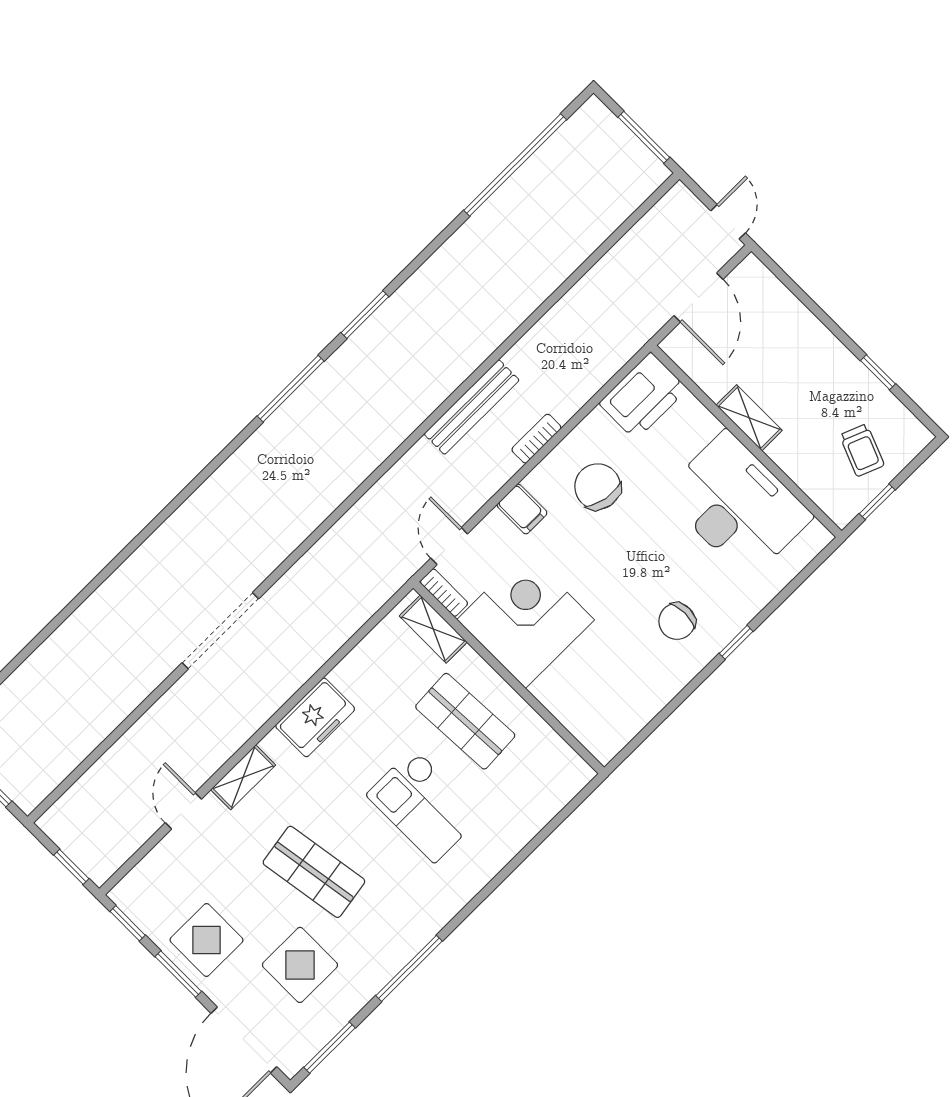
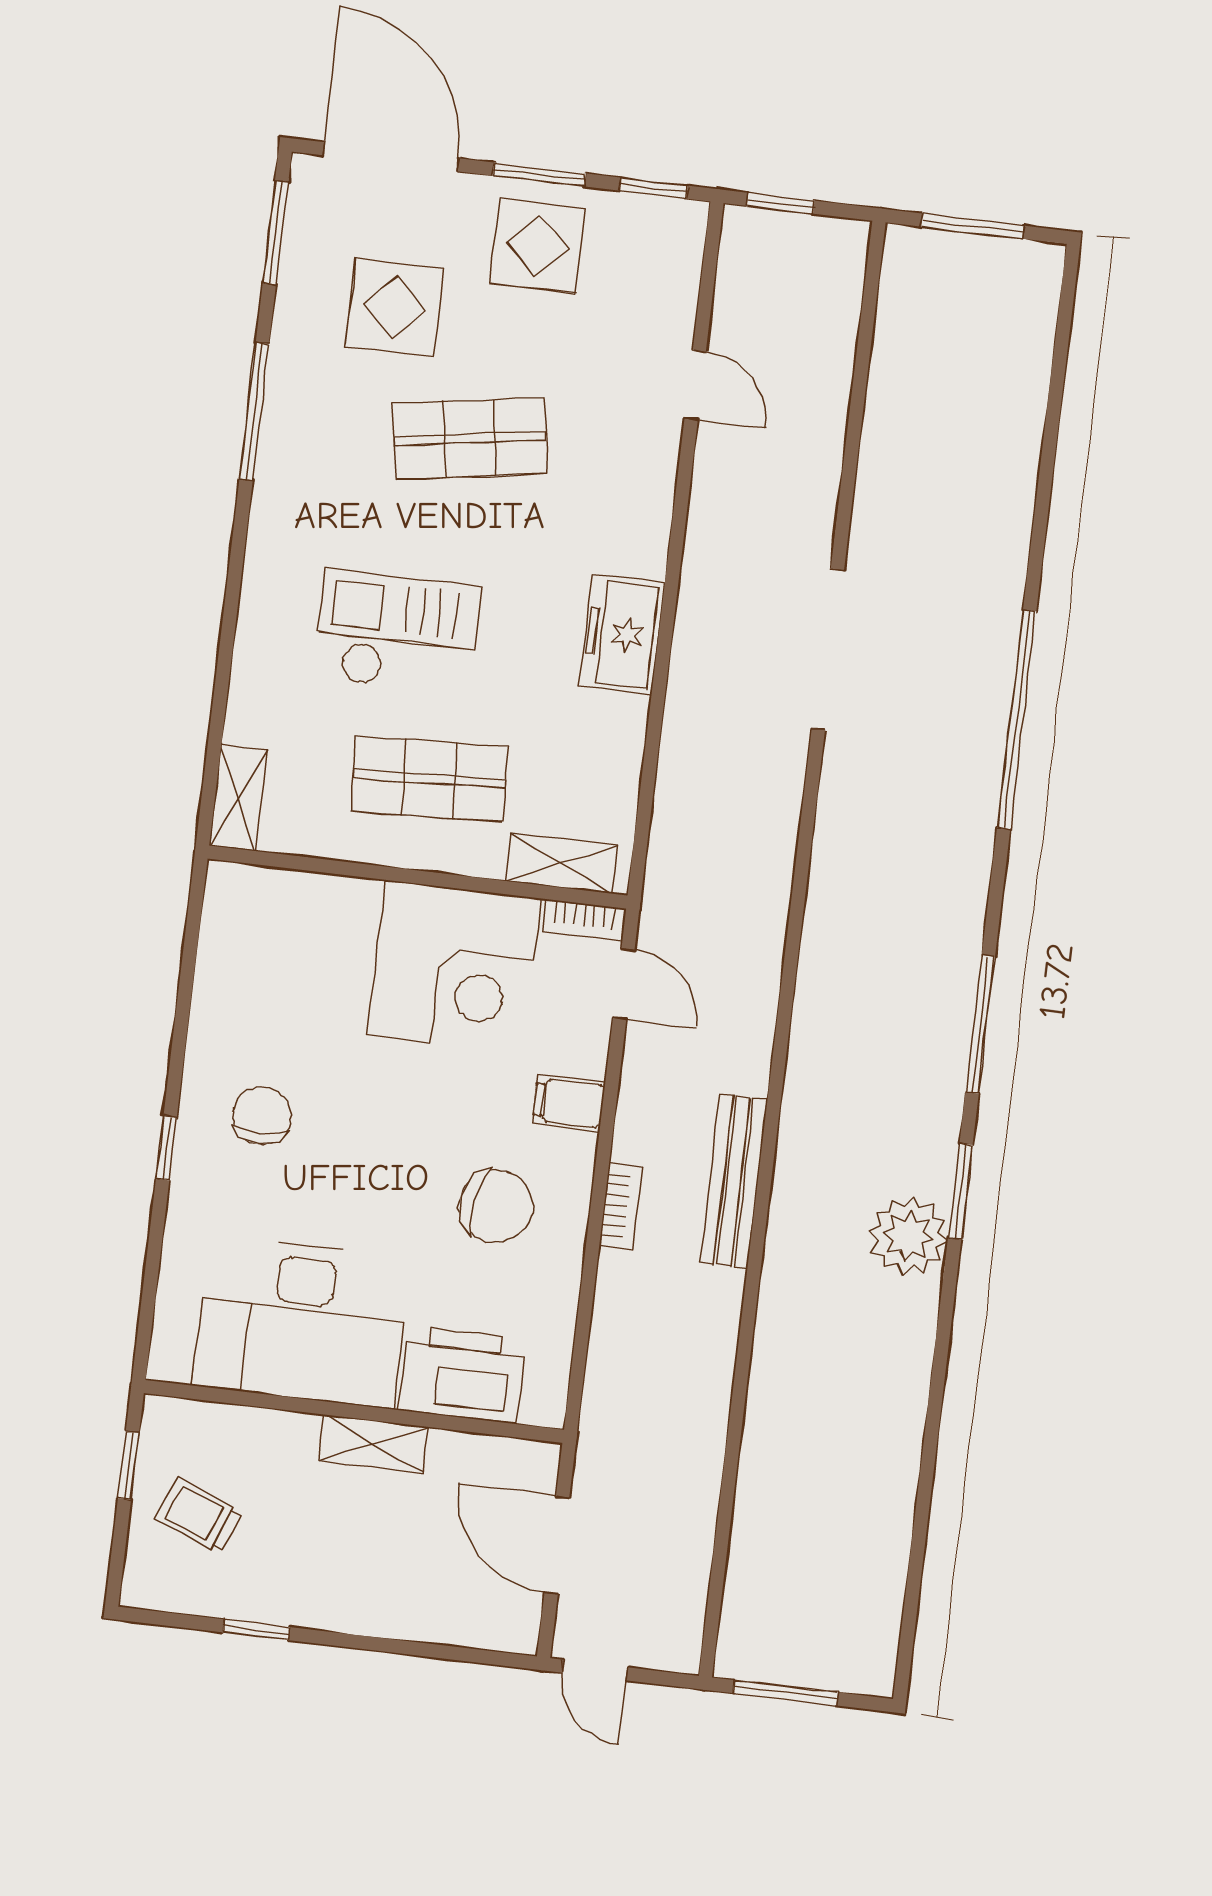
window: (515, 165) -> (1017, 720), moved
plant: (408, 313) -> (908, 1236), added
printer: (643, 396) -> (462, 1375), moved, turned 90
shelving: (243, 777) -> (238, 798), moved

